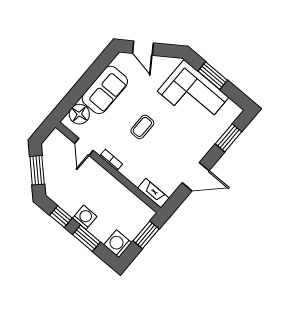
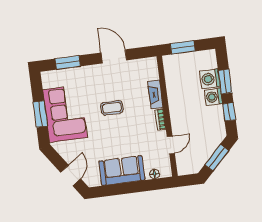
floor lamp: (79, 114) -> (155, 174), width x0.53, depth x0.53
coffee table: (142, 127) -> (112, 108), moved
fireplace: (153, 193) -> (155, 94), moved
washing machine: (118, 244) -> (210, 79), moved, turned 90

